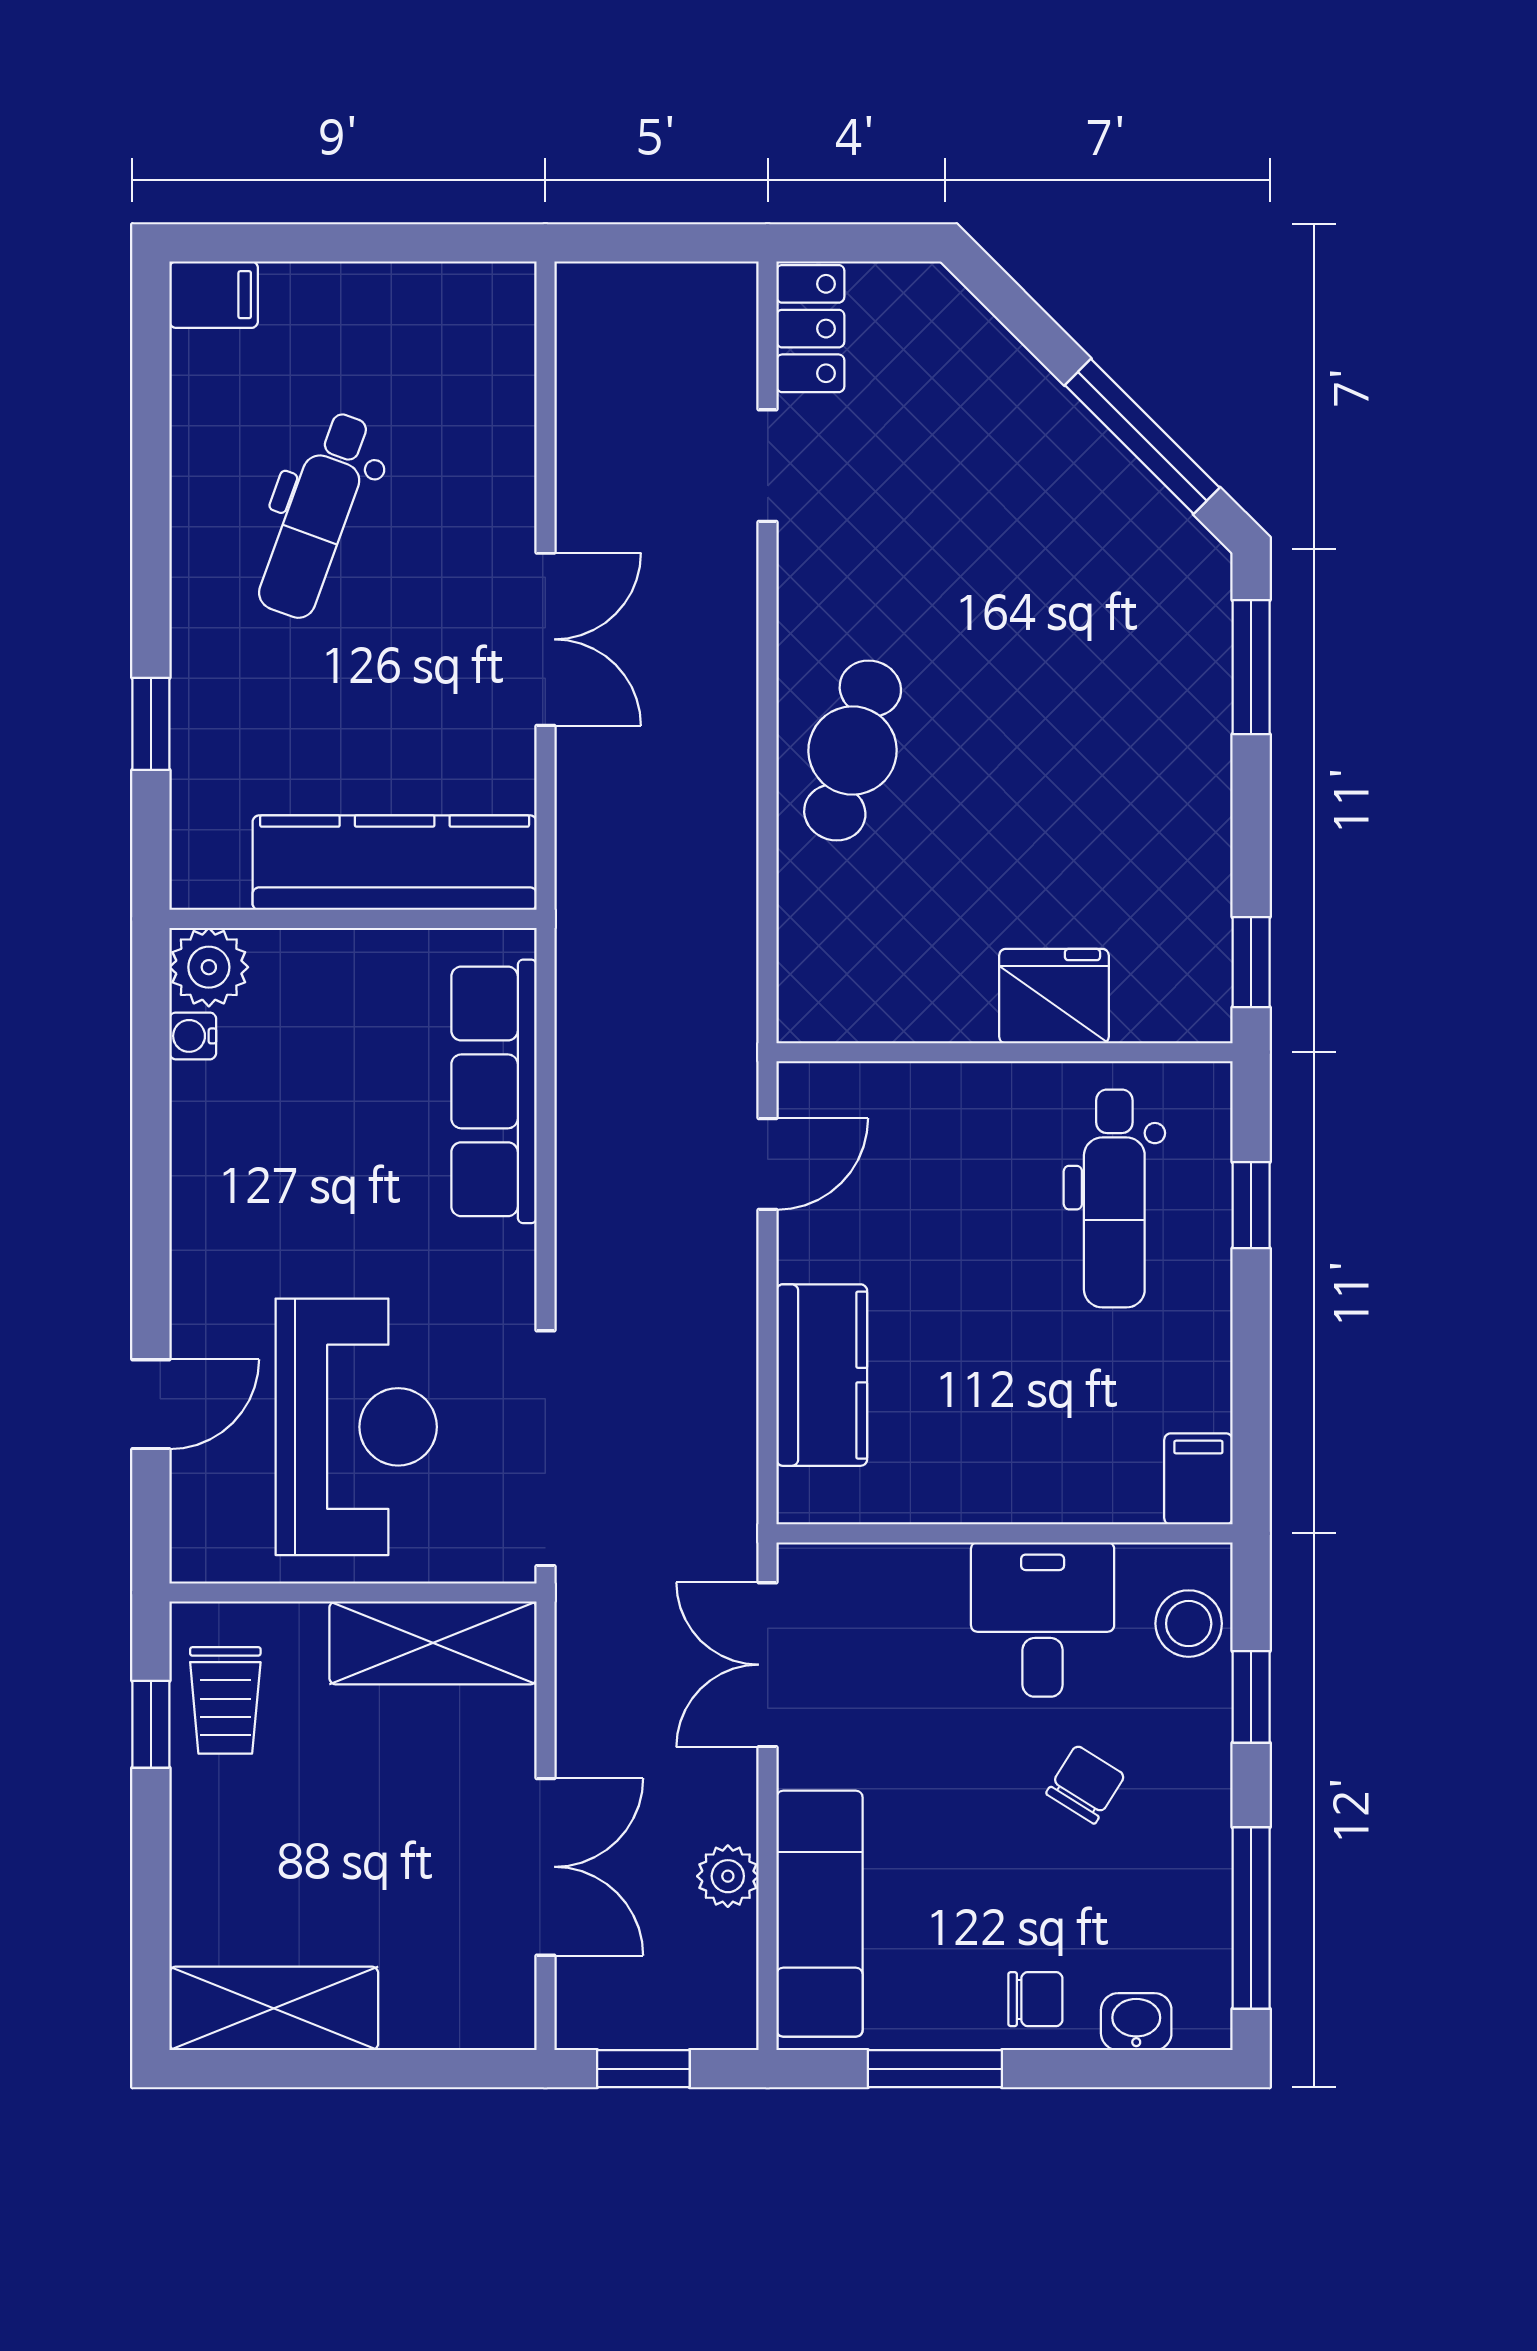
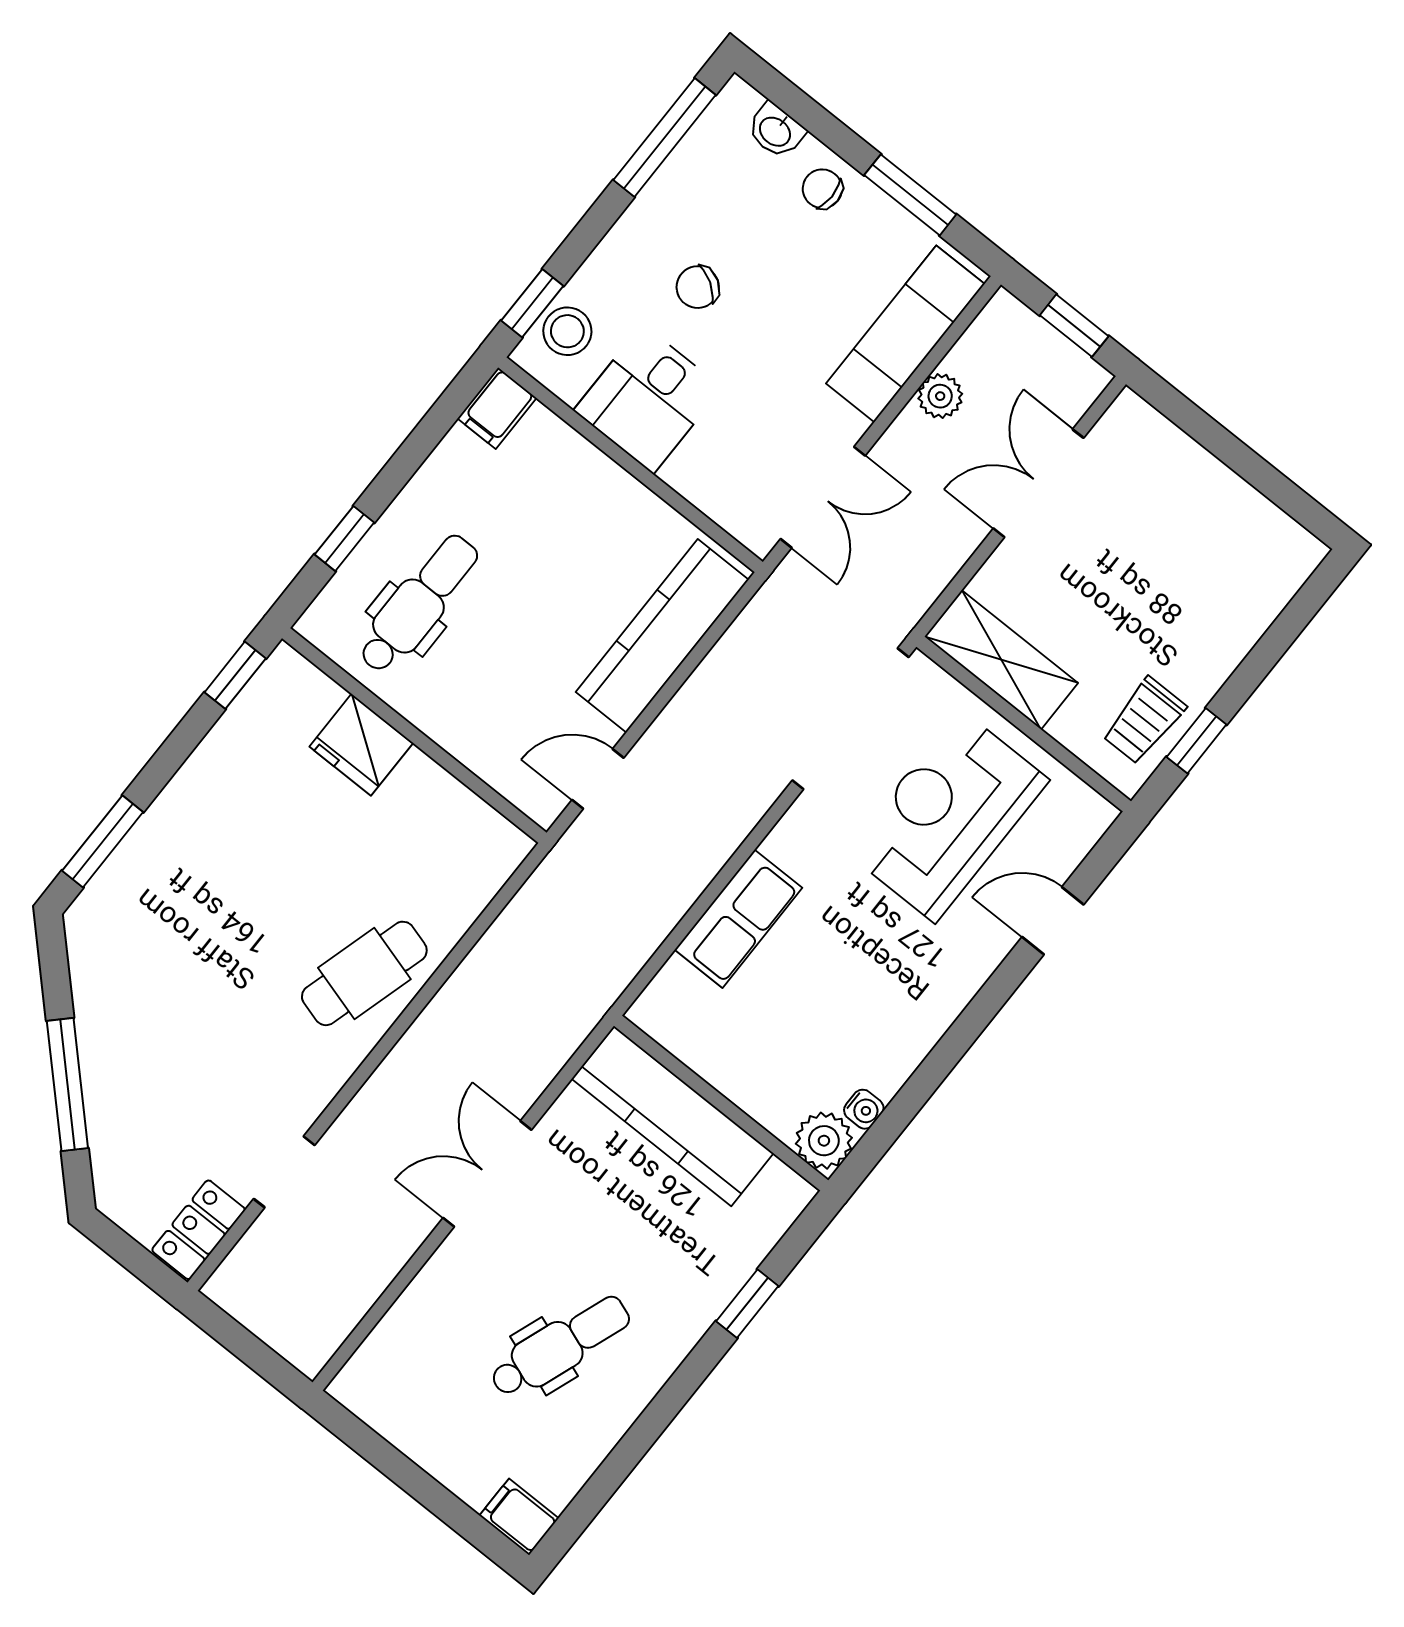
window: (1142, 436) -> (67, 1084), moved
row of seats: (494, 1091) -> (738, 919), width x0.68
kitchen counter: (822, 1375) -> (662, 636), width x1.50
window: (1251, 1697) -> (532, 303), moved
trolley: (225, 1700) -> (1144, 721), turned 180
shelving: (274, 2008) -> (1255, 526), removed

